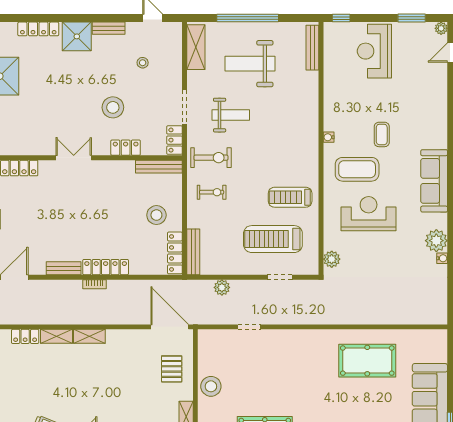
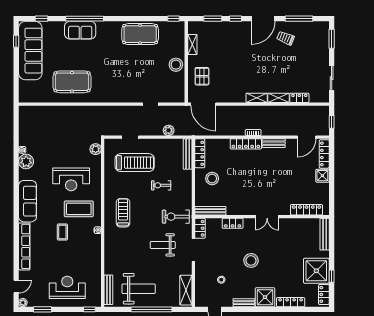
reception desk: (374, 51) -> (67, 287), turned -90
weight bench: (250, 64) -> (139, 289), moved
stool: (113, 107) -> (251, 260), moved
row of seats: (439, 113) -> (24, 246), added
exercise bike: (212, 192) -> (161, 185), moved
treadmill: (290, 197) -> (123, 213), moved, turned -90

